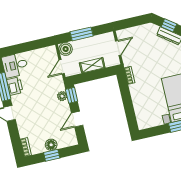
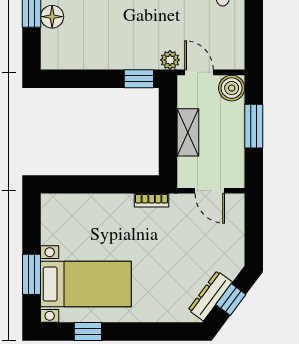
plant: (62, 96) -> (170, 60), moved
door: (77, 119) -> (90, 79), removed

